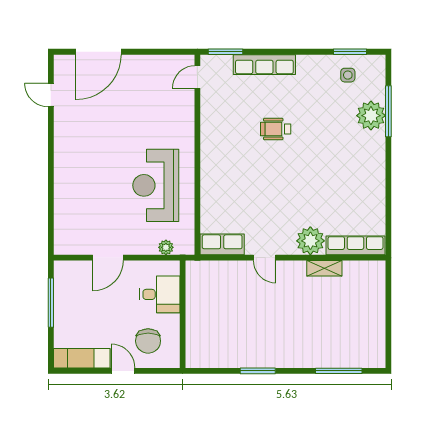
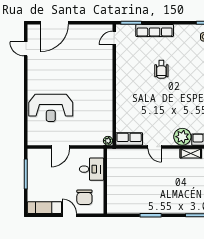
wheelchair: (276, 129) -> (161, 69), turned -90
reception desk: (156, 185) -> (51, 108), moved, turned -90
plant: (166, 247) -> (108, 141), moved

